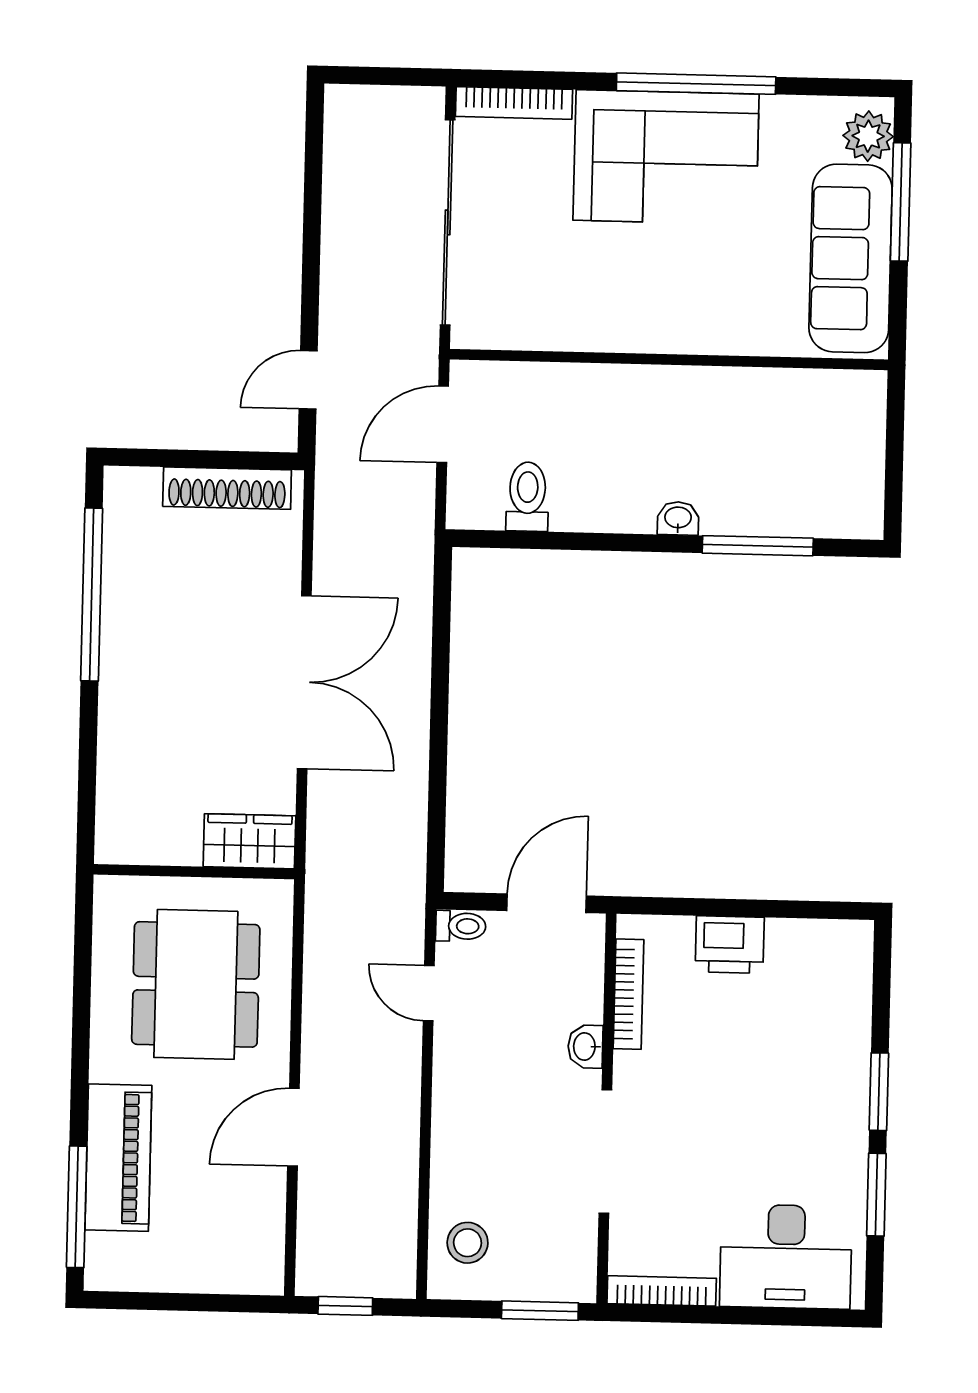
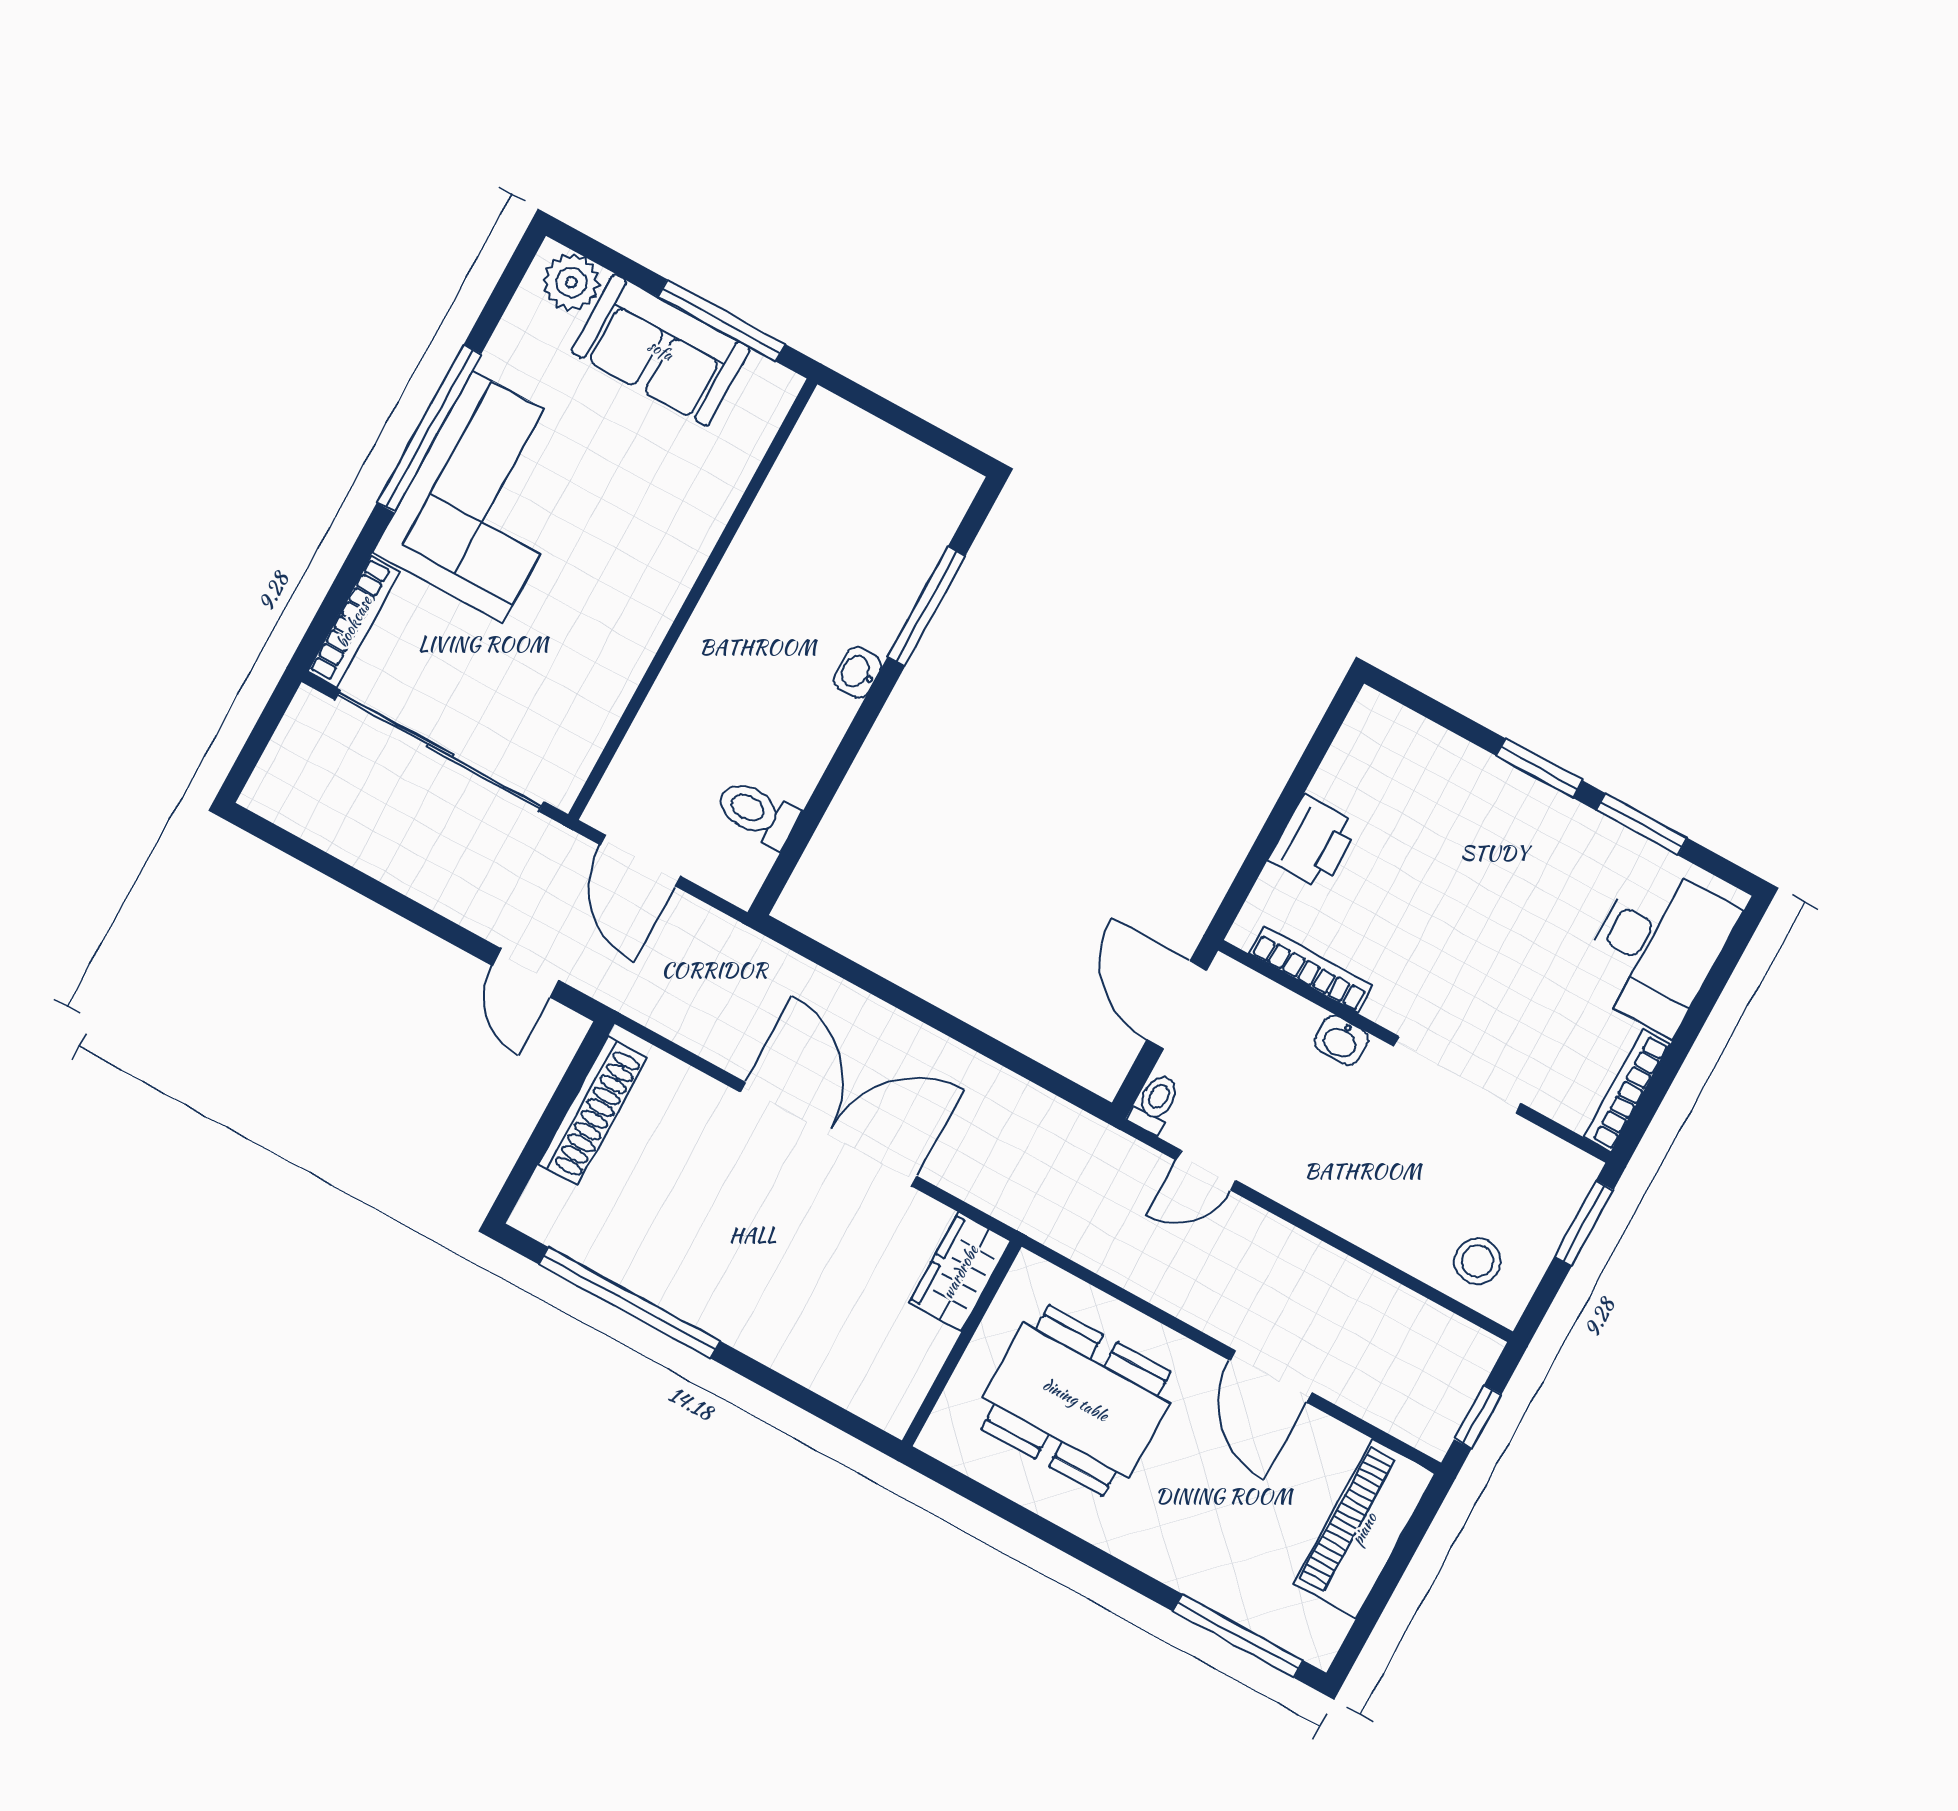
window: (901, 202) -> (721, 320), moved
sofa: (851, 258) -> (661, 350), width x0.73
piano: (118, 1158) -> (1364, 1529), moved, turned -90

